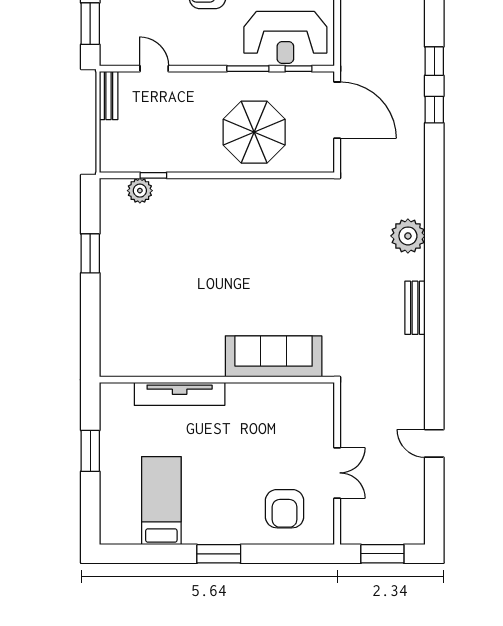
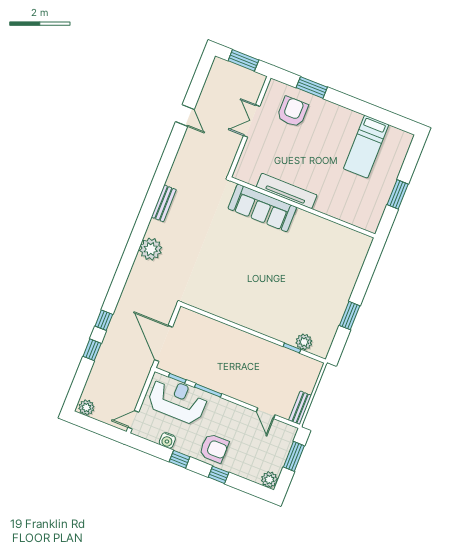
parasol: (254, 132) -> (220, 350), removed
tv unit: (180, 394) -> (287, 191), moved
window: (219, 554) -> (312, 87), moved

